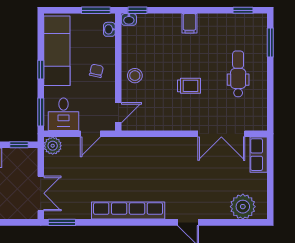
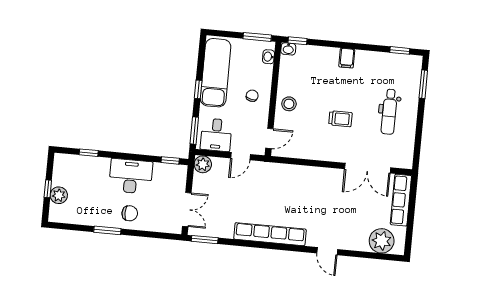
dental chair: (238, 74) -> (389, 112), turned 180
row of seats: (259, 155) -> (401, 200), width x1.48

